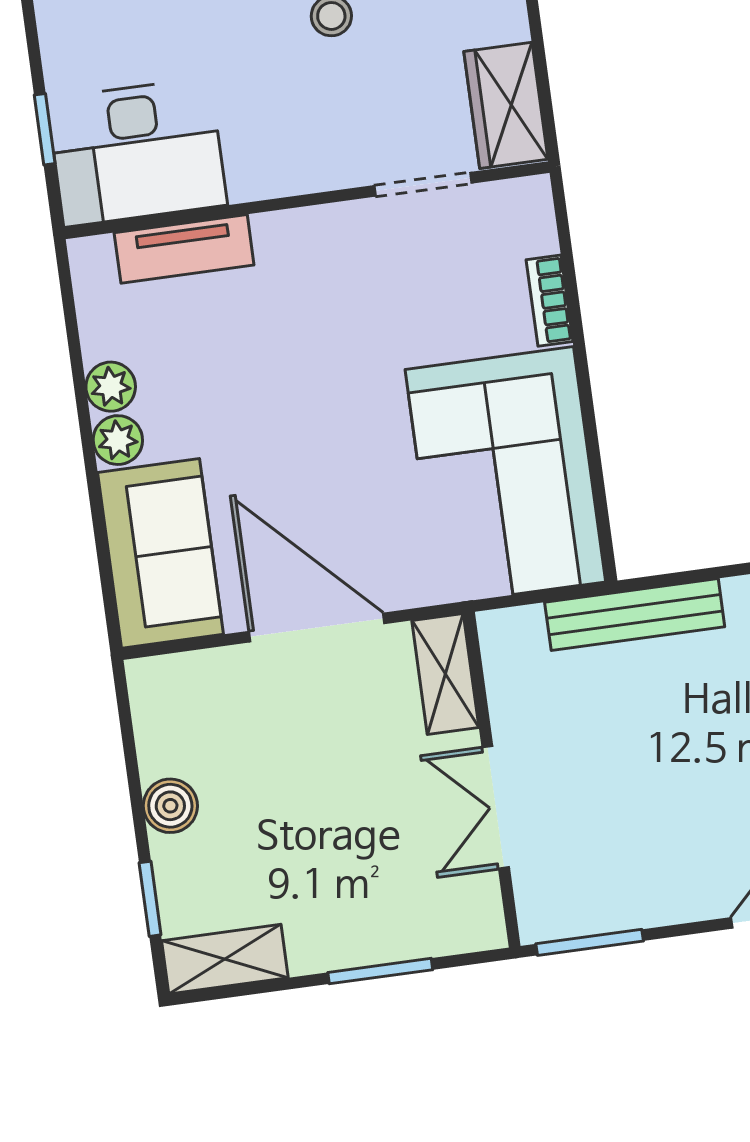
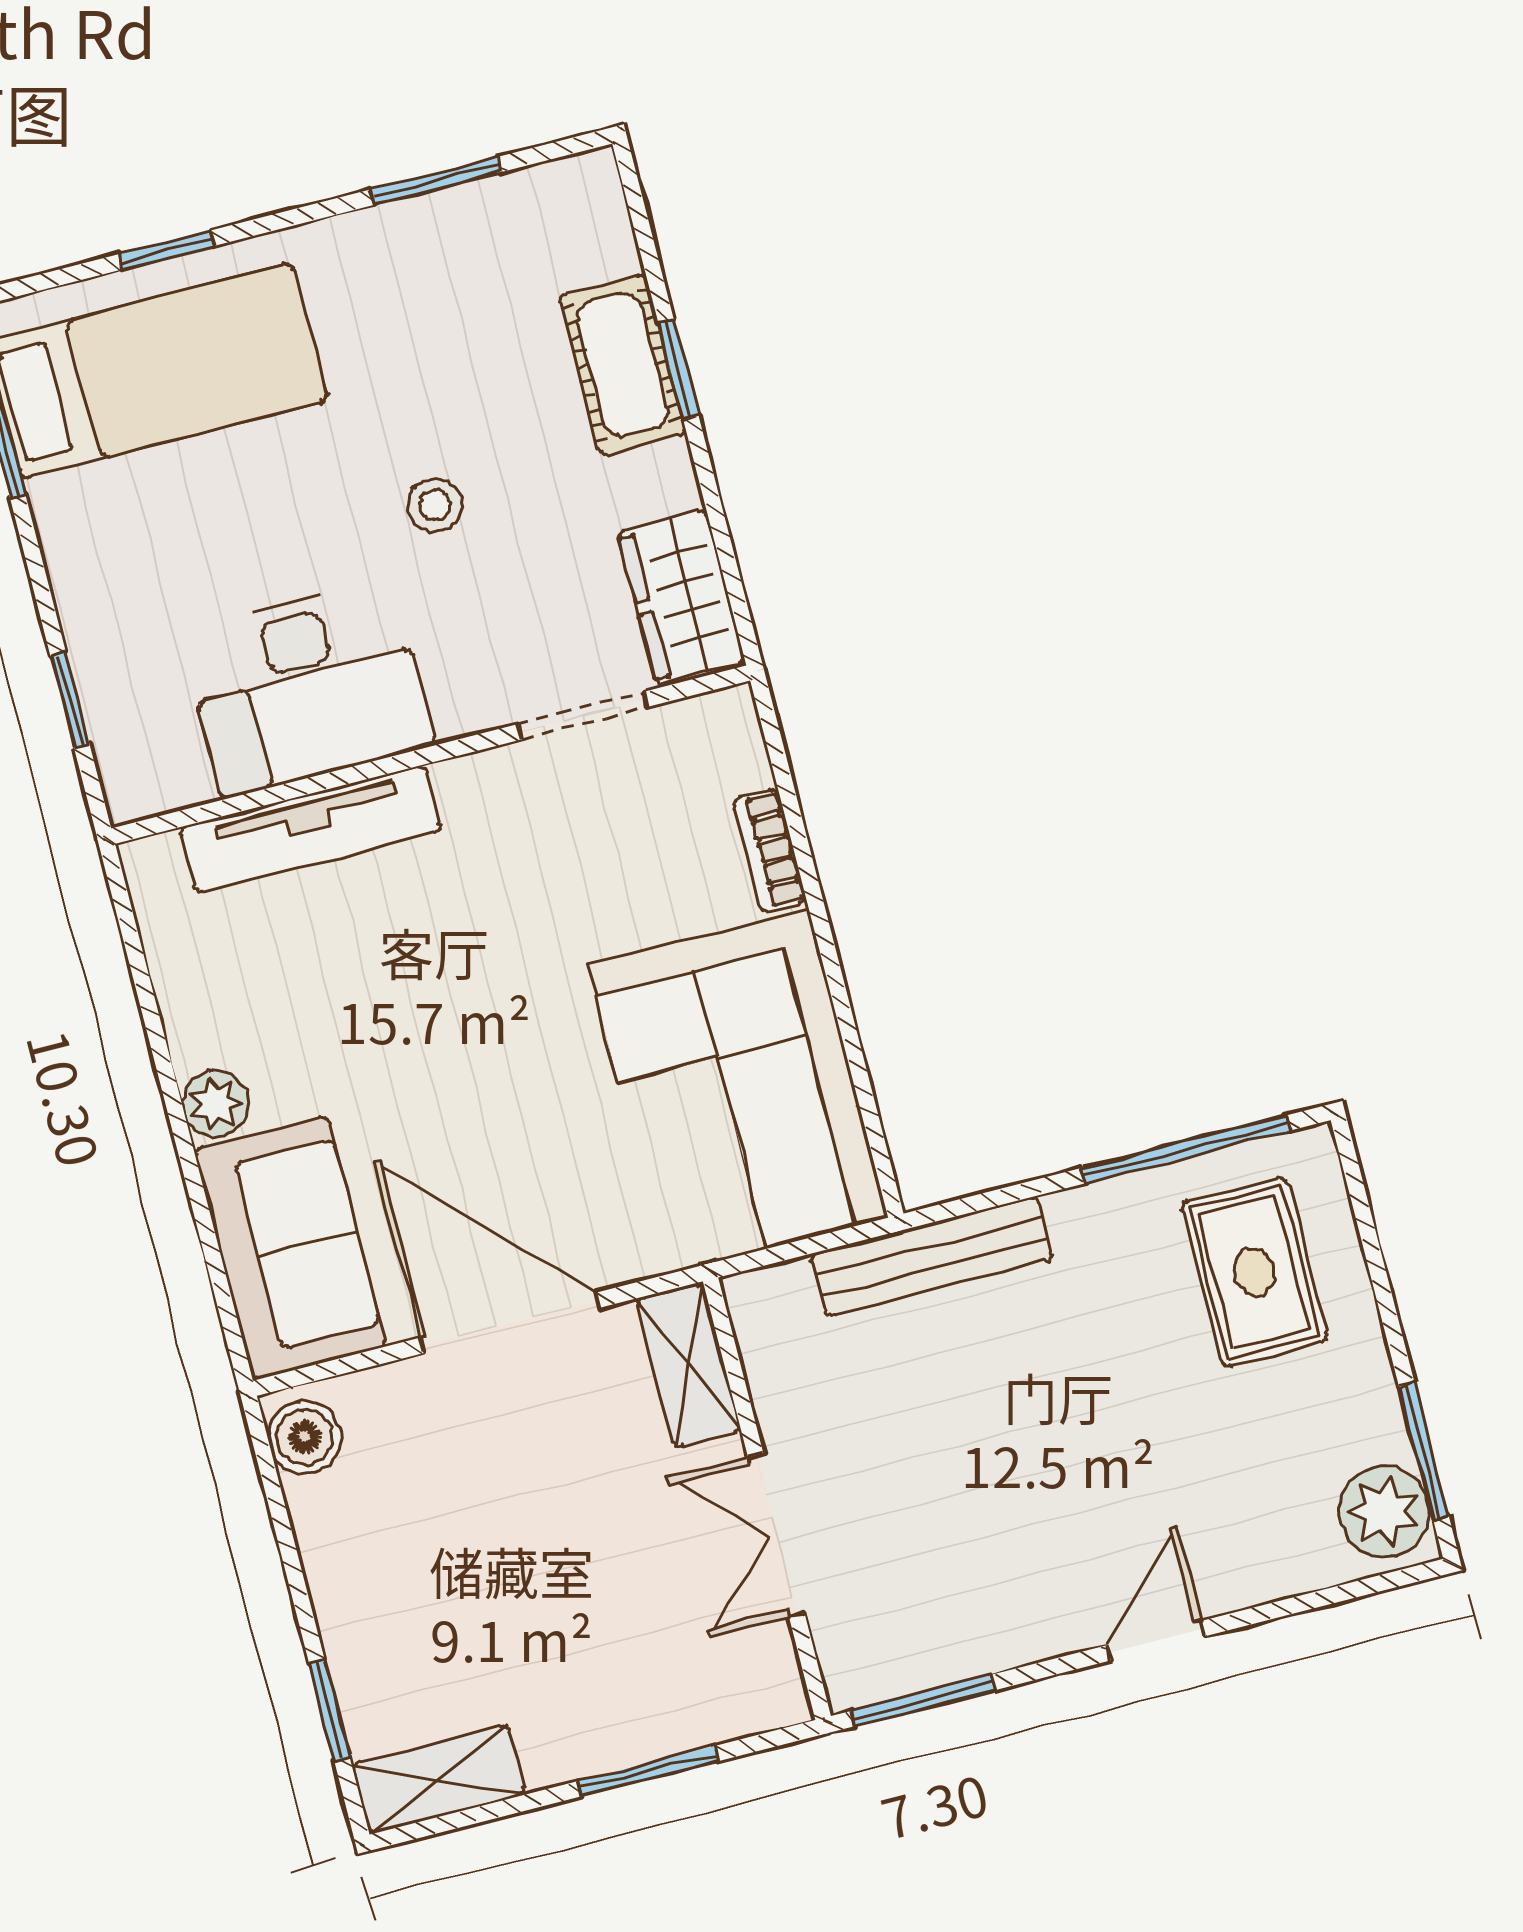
desk: (137, 152) -> (307, 688), moved
tv unit: (184, 249) -> (310, 829), width x1.41
plant: (111, 387) -> (198, 1033), removed
boiler: (170, 806) -> (305, 1437), moved

